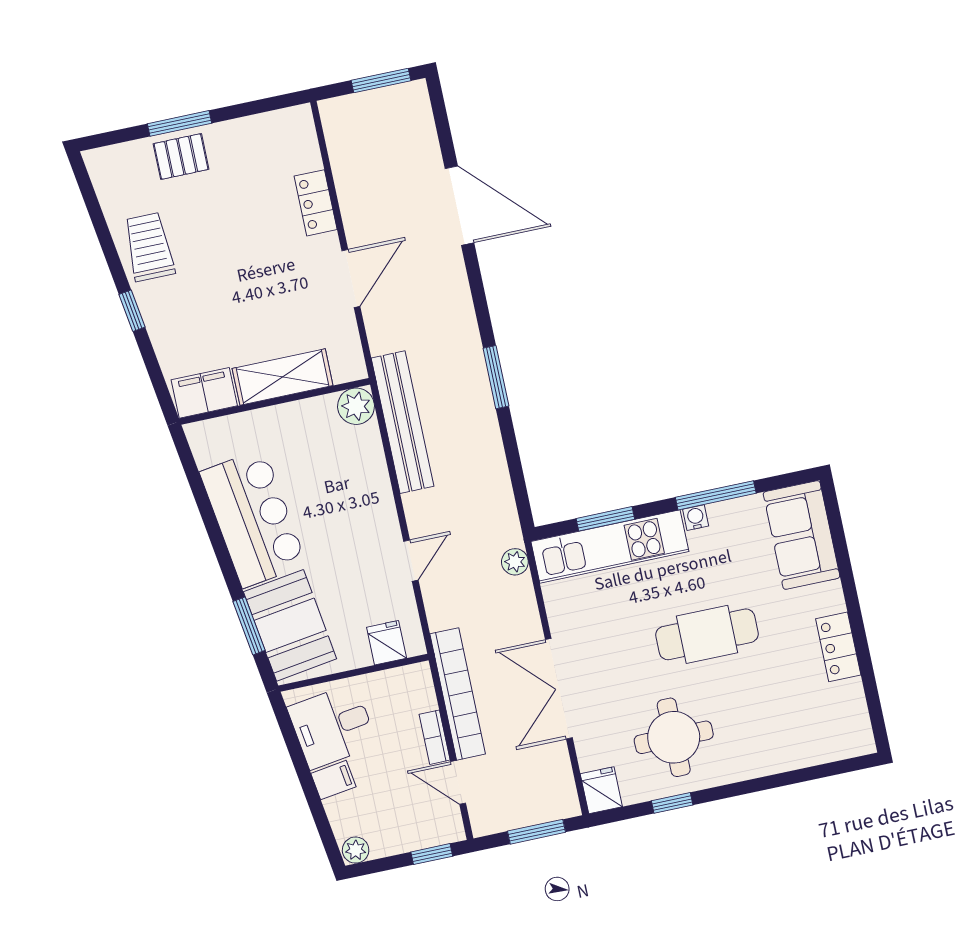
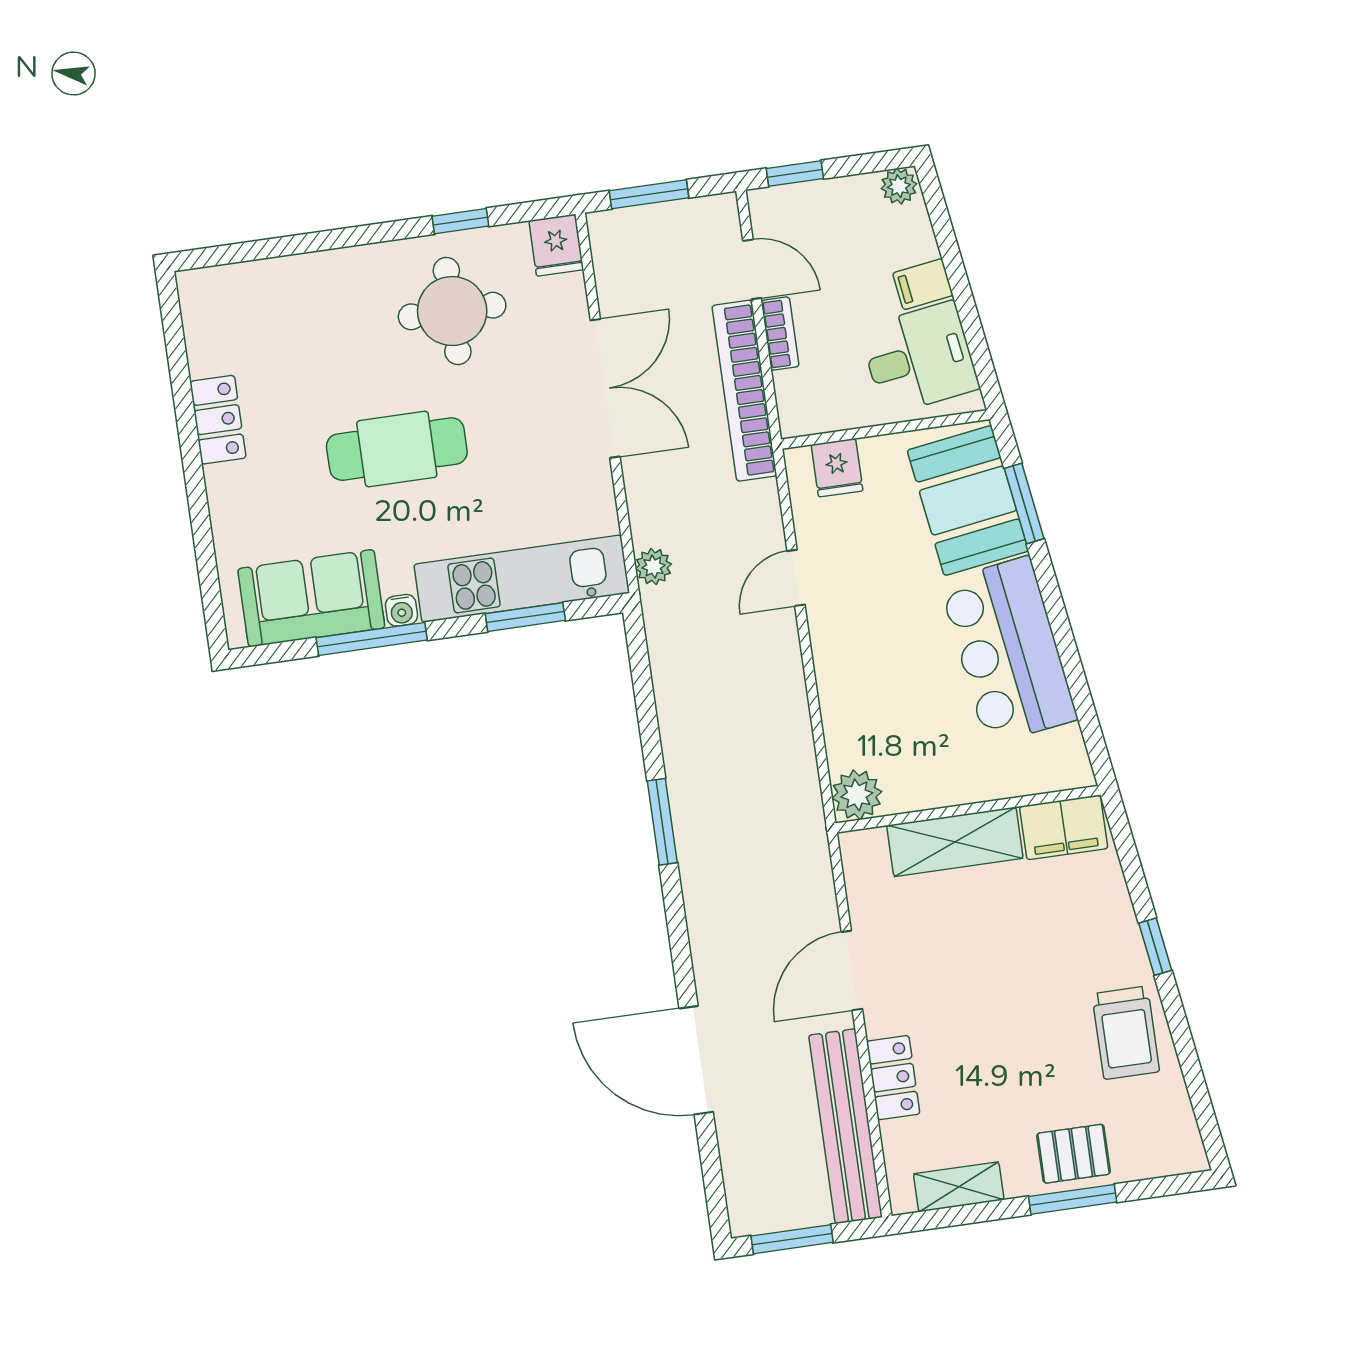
shelving: (263, 127) -> (959, 1187), added
bench: (402, 422) -> (845, 1126), moved
sofa: (802, 535) -> (311, 598), moved, turned -90

